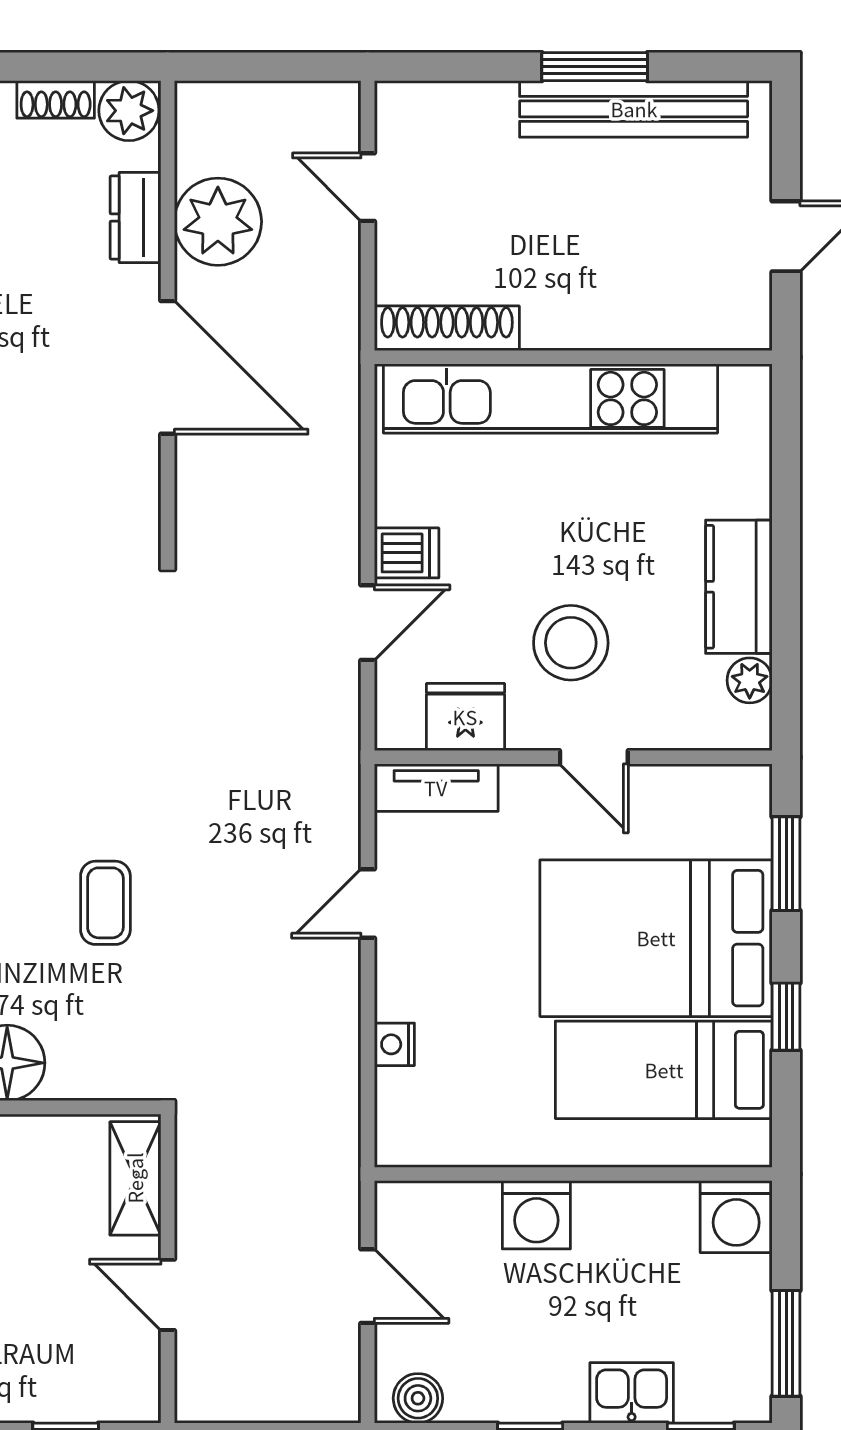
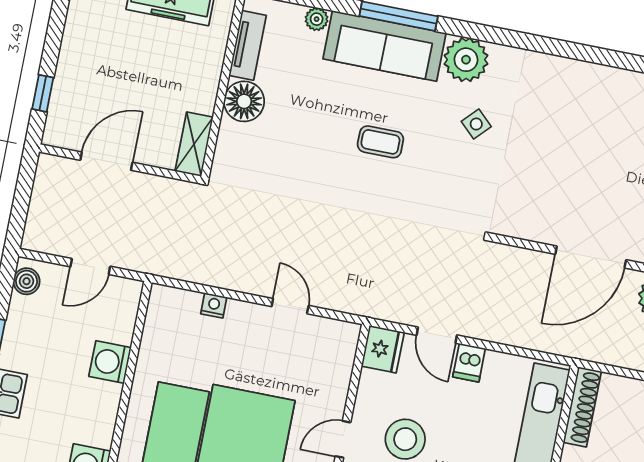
fridge: (465, 717) -> (383, 349), moved
tv unit: (436, 788) -> (343, 354), removed
coffee table: (105, 903) -> (380, 142), moved
shelving: (135, 1178) -> (194, 144), moved, turned 90
door: (168, 1295) -> (106, 161), width x1.38

